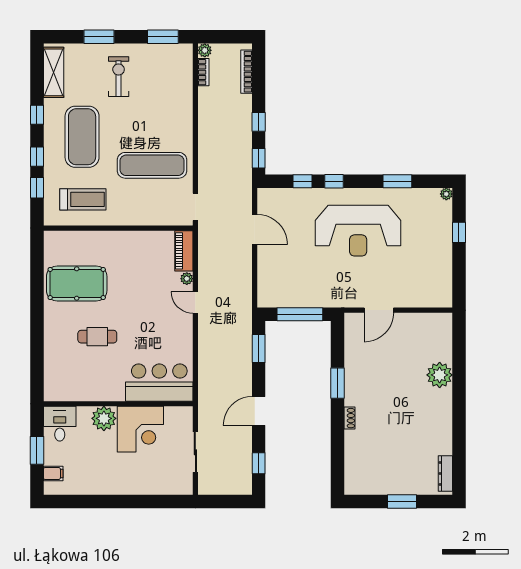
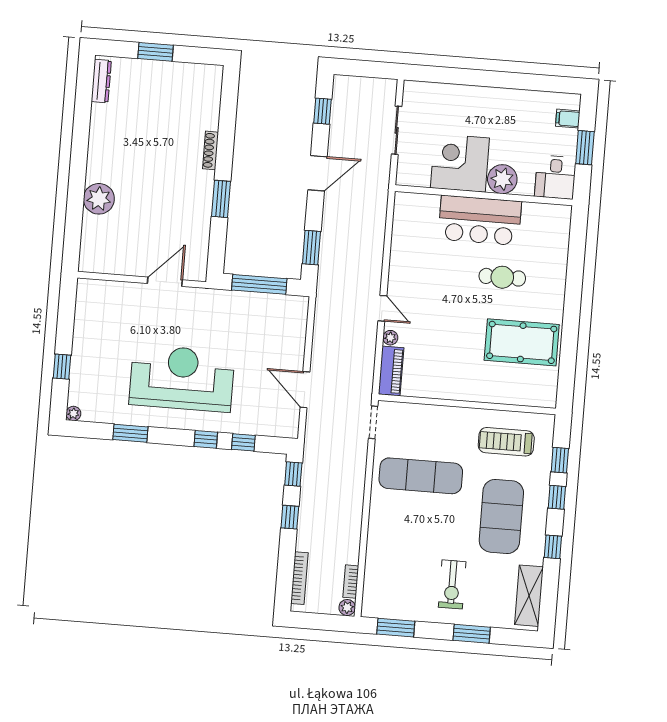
bar counter: (159, 383) -> (480, 220), moved
shoe rack: (349, 418) -> (211, 150), width x1.43

